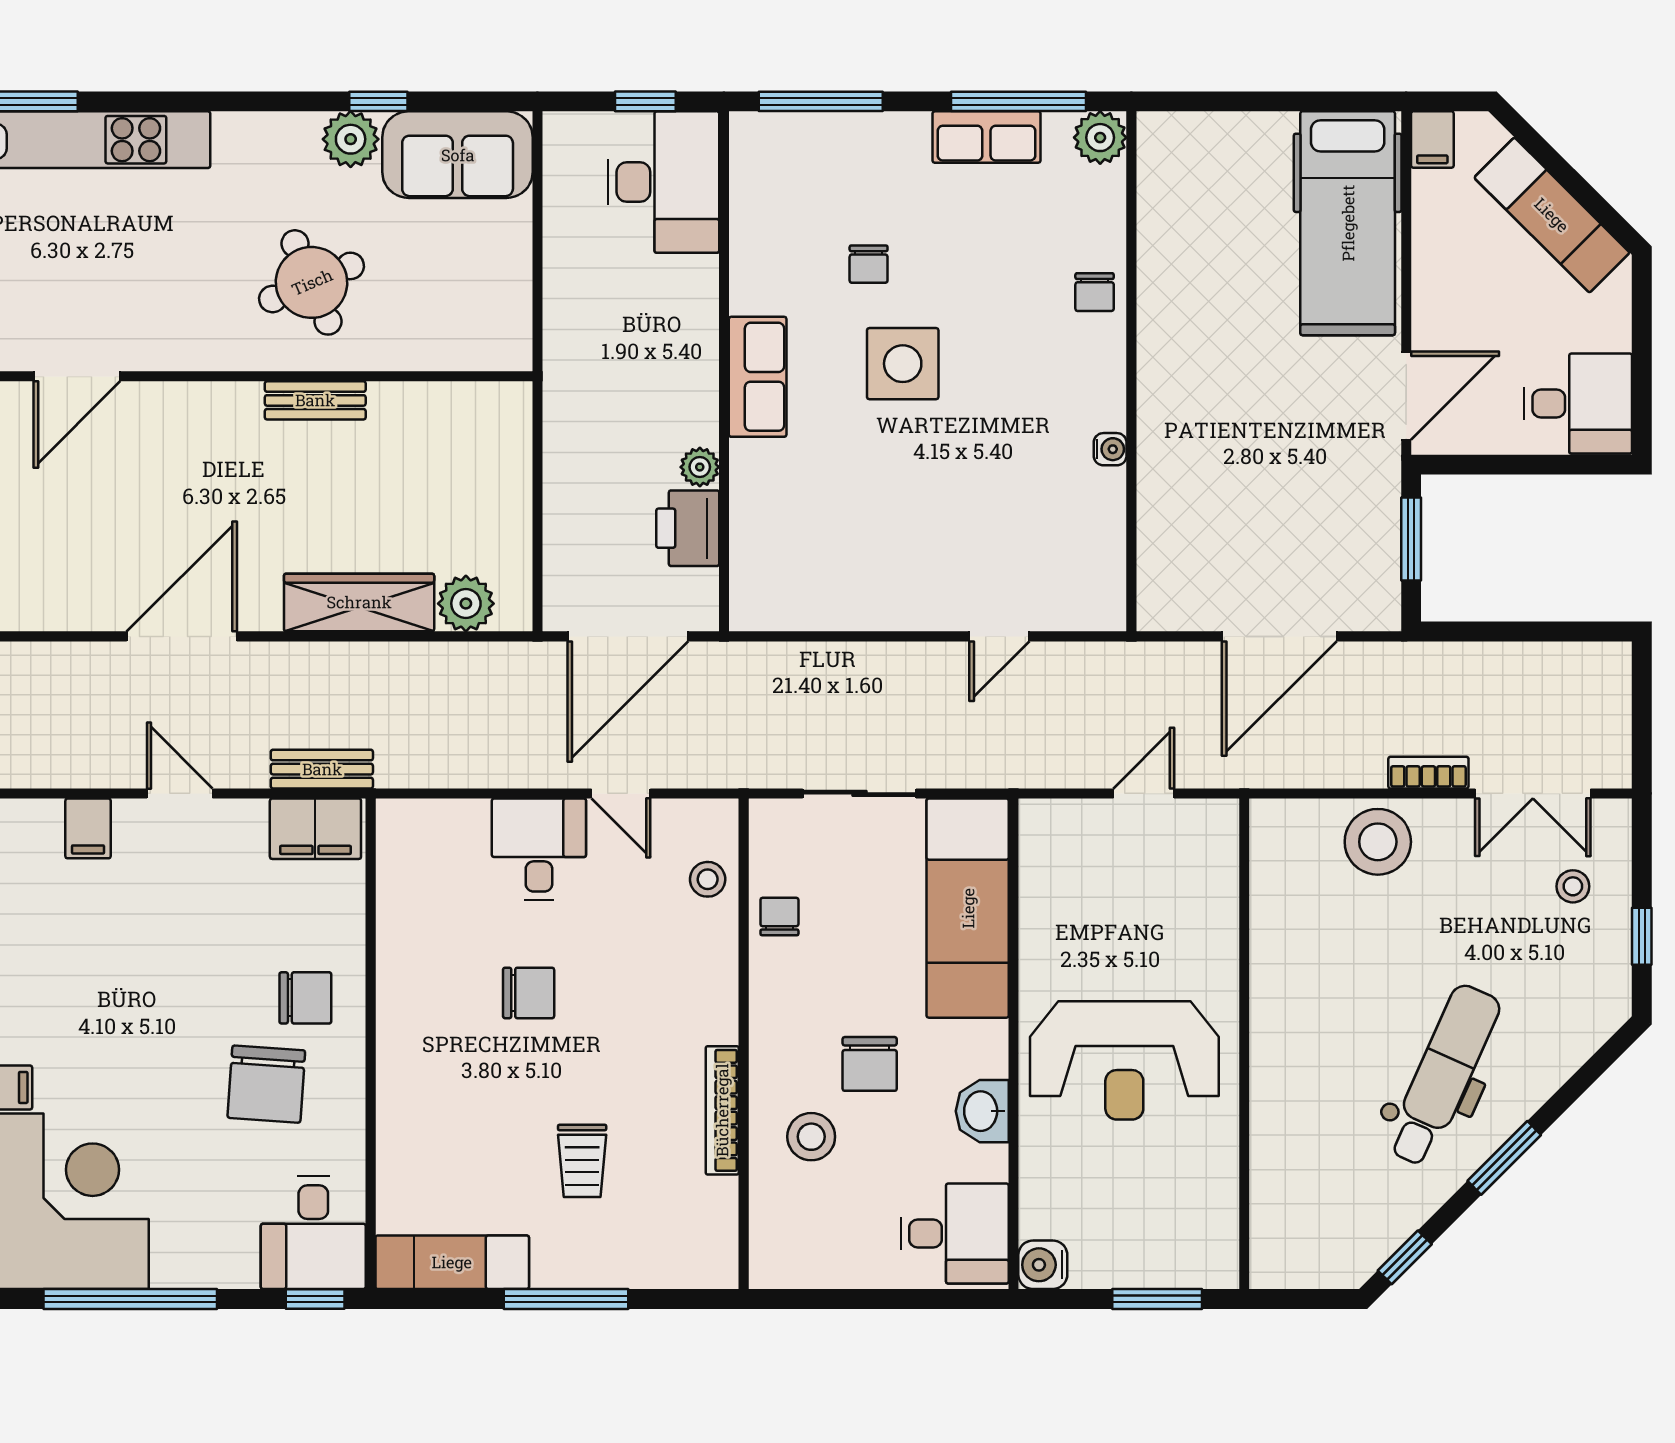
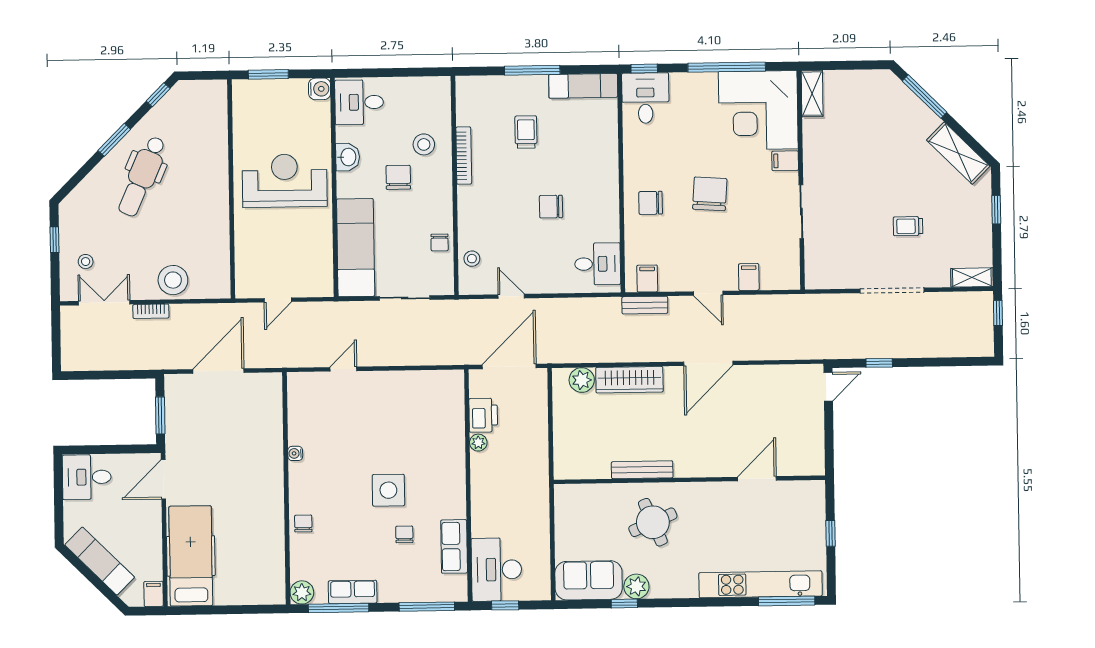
row of seats: (758, 377) -> (454, 546), moved
bench: (315, 400) -> (642, 470), width x1.36
filing cabinet: (315, 829) -> (647, 278), width x0.50
desk: (539, 849) -> (598, 264), moved, turned -90
chair: (266, 1084) -> (710, 194), moved

